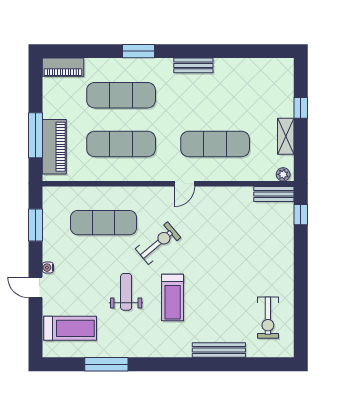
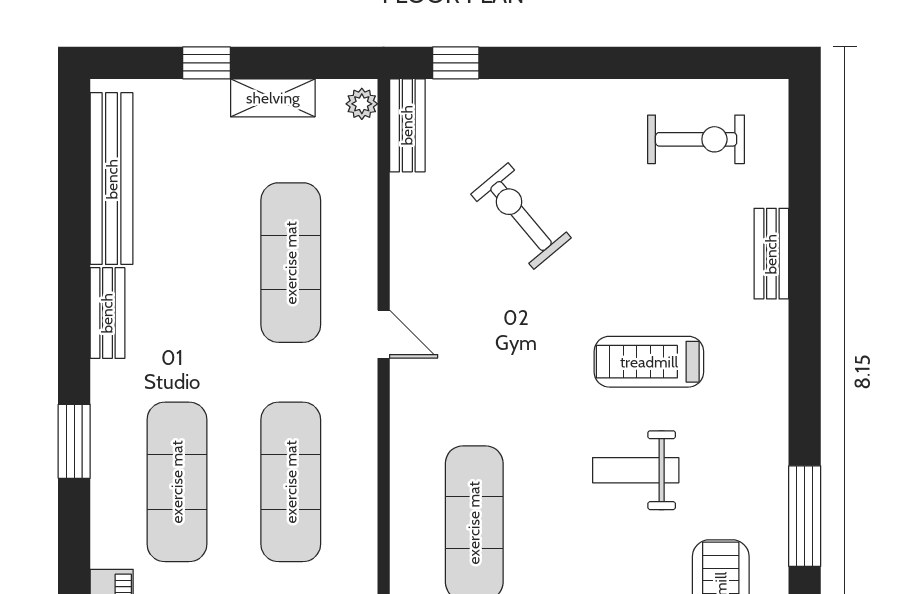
bench: (251, 67) -> (112, 179), added
exercise bike: (158, 243) -> (521, 216), moved
treadmill: (173, 297) -> (649, 362), turned 180
bench: (219, 350) -> (771, 254), width x0.73

